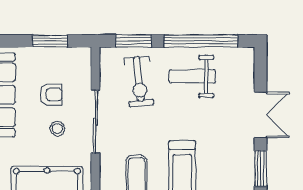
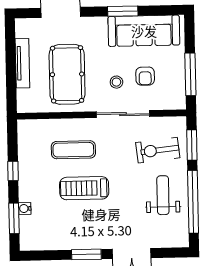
window: (50, 41) -> (190, 74), width x1.44

